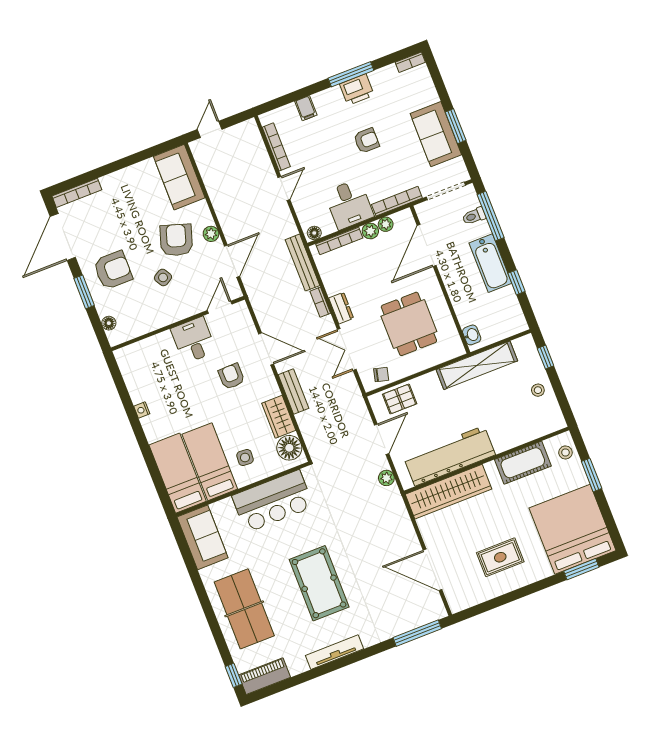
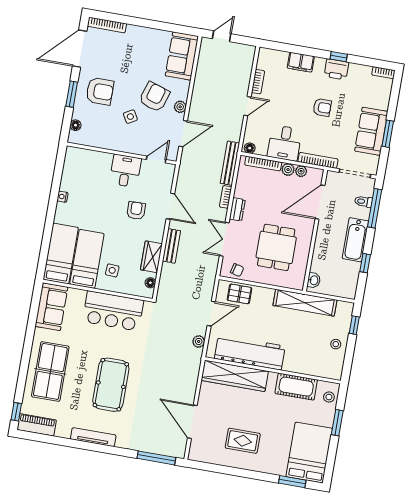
window: (351, 74) -> (339, 57), width x0.46
filing cabinet: (306, 108) -> (301, 62), width x2.00
bookcase: (276, 147) -> (258, 82), width x0.64
floor lamp: (289, 448) -> (150, 283), width x0.53, depth x0.53
bed: (573, 529) -> (309, 453), width x0.73

